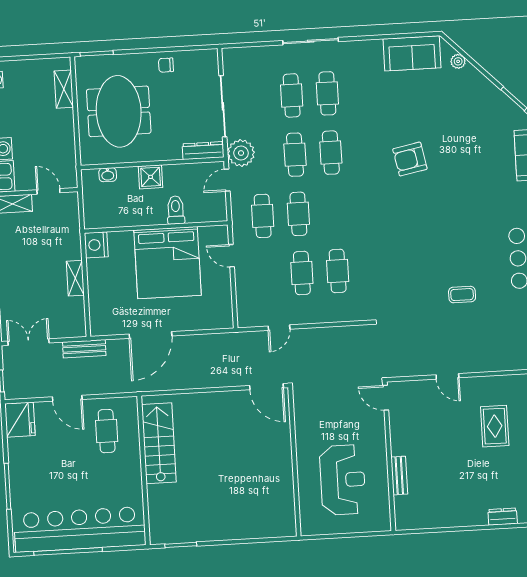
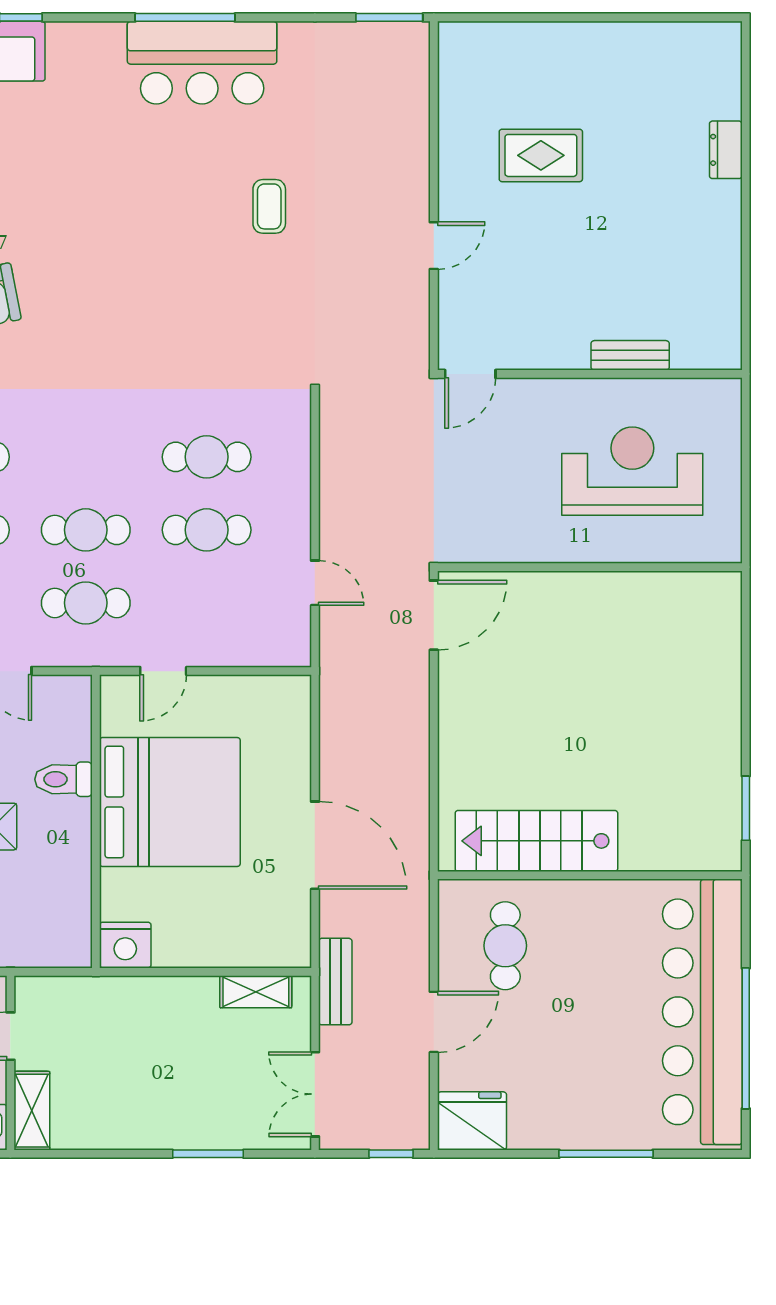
shelving: (75, 278) -> (256, 992), moved
cafe table: (107, 431) -> (505, 946), turned 90

